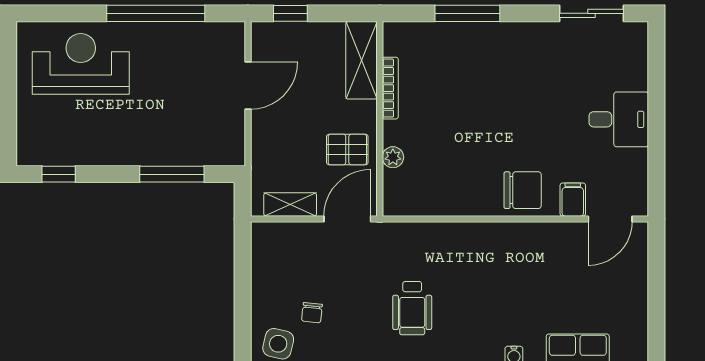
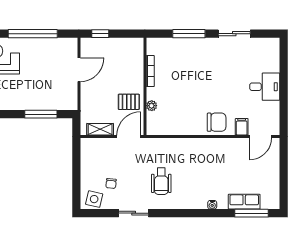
sliding door: (592, 13) -> (234, 34), moved
shelving: (361, 60) -> (136, 57), removed

